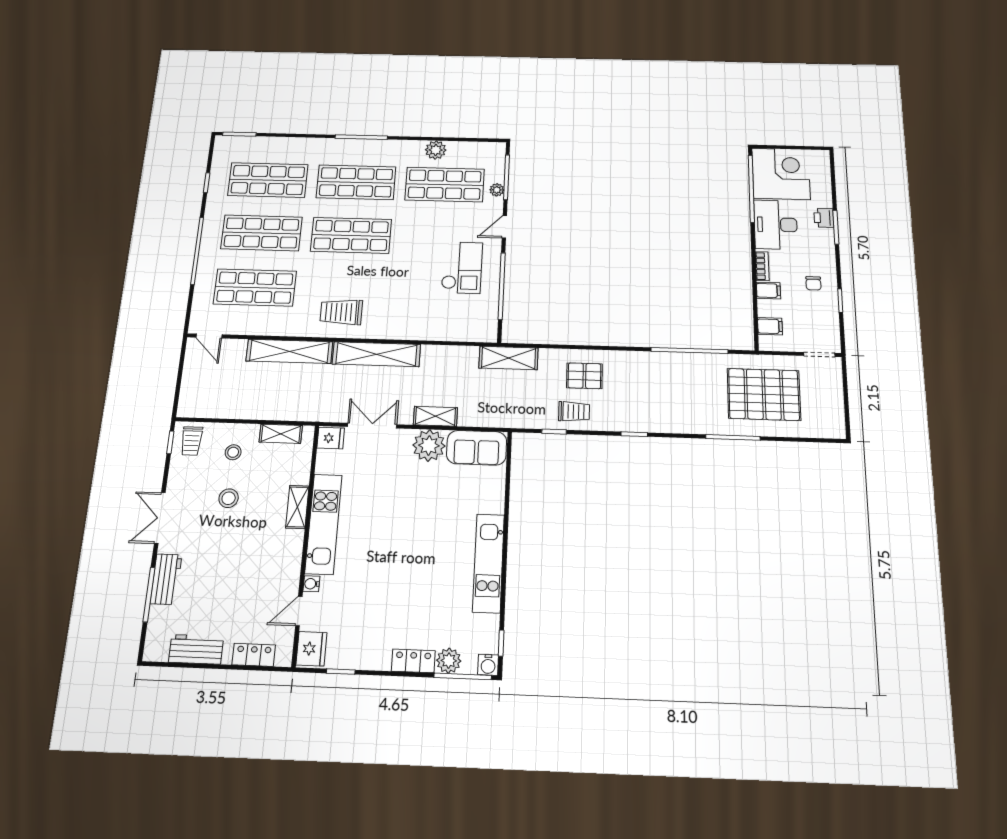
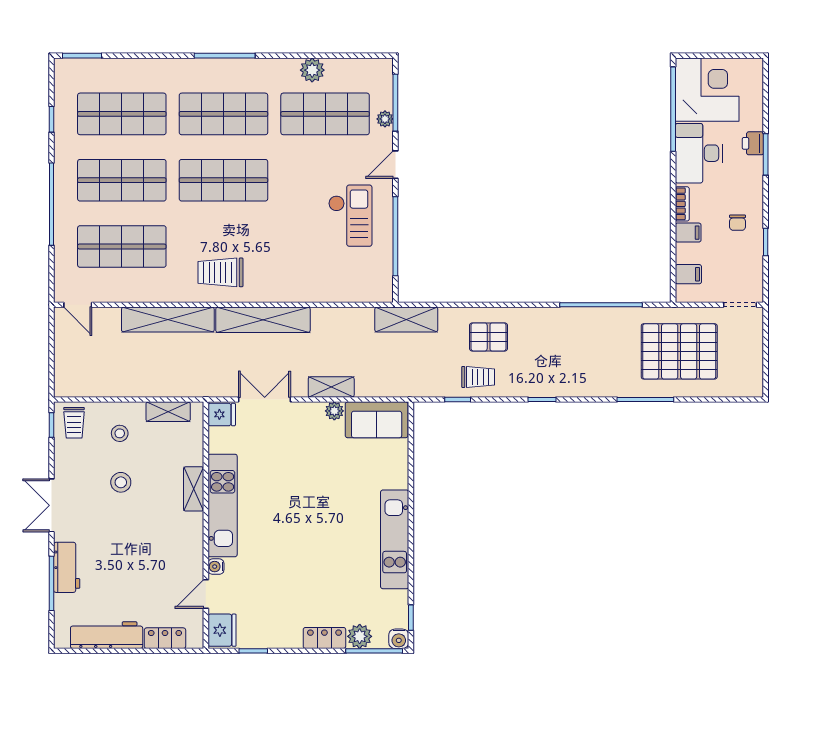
plant: (429, 446) -> (334, 411), width x0.53, depth x0.53
workbench: (196, 649) -> (107, 635), width x1.37

